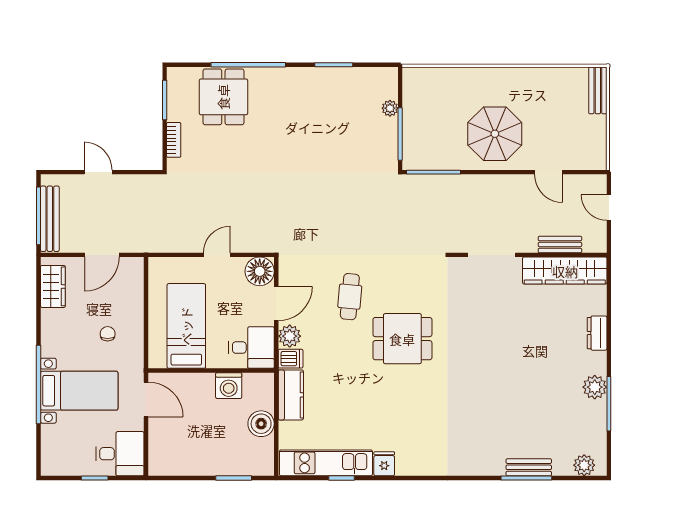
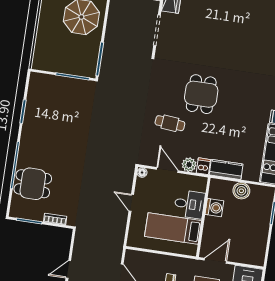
plant: (390, 108) -> (56, 80), removed
floor lamp: (260, 271) -> (142, 173), width x0.53, depth x0.53
desk: (252, 348) -> (189, 204), moved, turned 90

